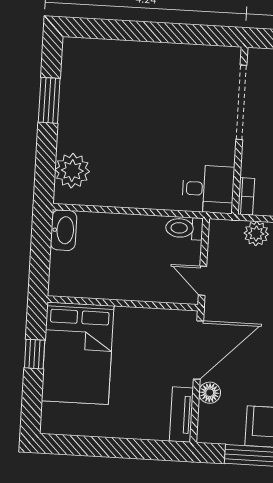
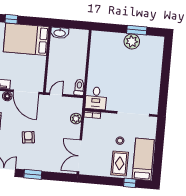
plant: (72, 171) -> (132, 41), moved
washbasin: (64, 230) -> (60, 33), moved
window: (35, 354) -> (11, 19), moved

